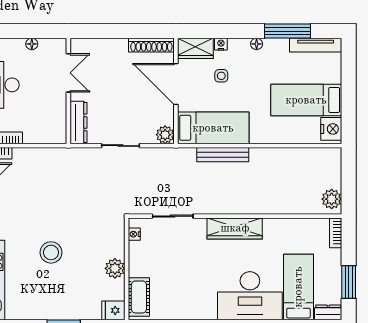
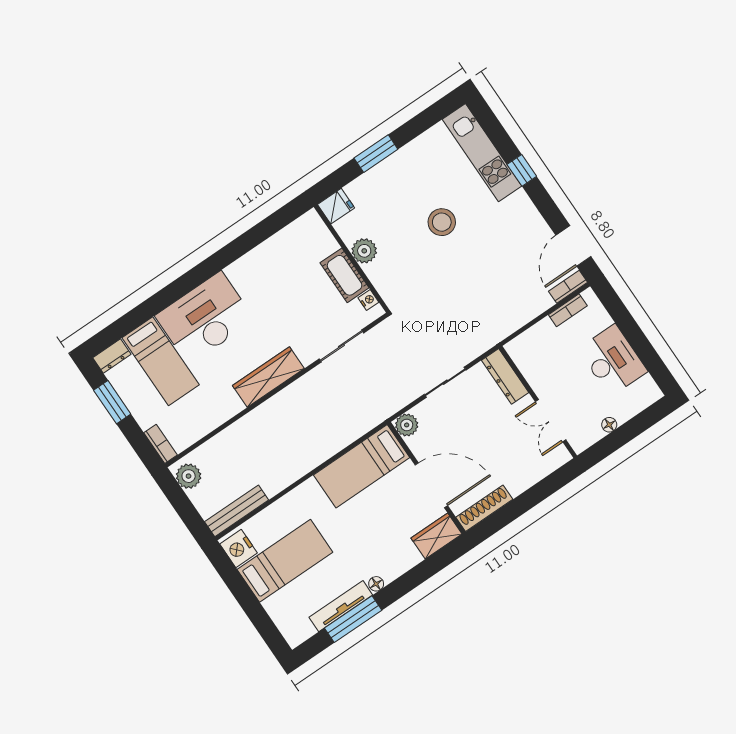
nightstand: (221, 44) -> (413, 558), removed
tv unit: (316, 45) -> (341, 606), moved
side table: (221, 76) -> (390, 526), removed
bench: (223, 155) -> (237, 511), moved
cot: (139, 297) -> (345, 275), moved

